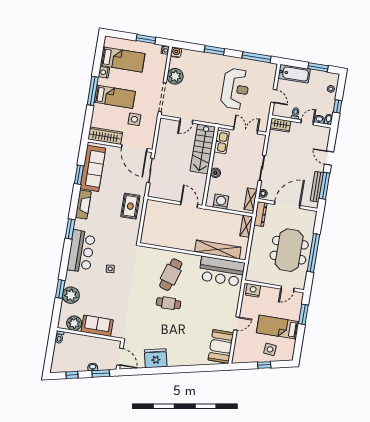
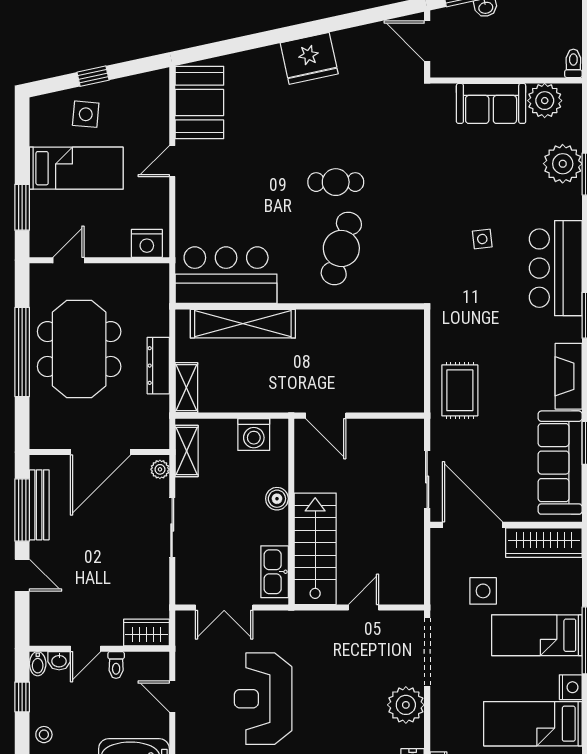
dresser: (260, 214) -> (158, 366), moved
fridge: (156, 358) -> (309, 58), moved

